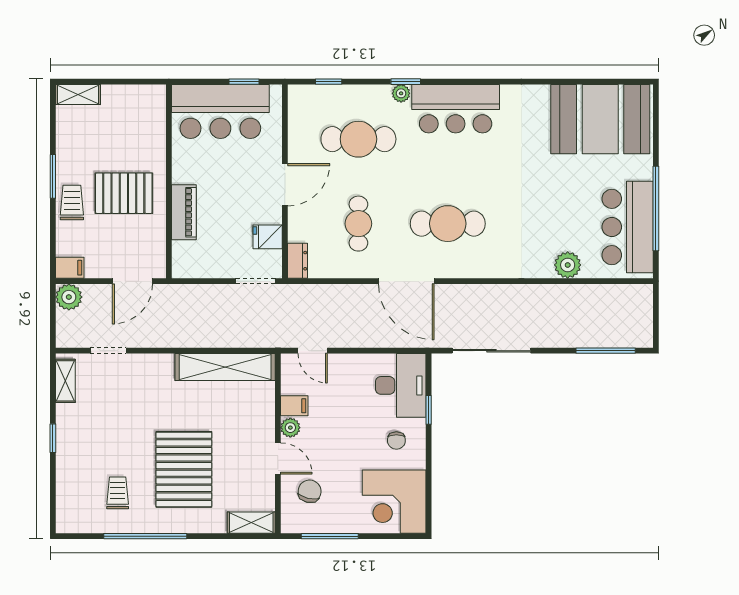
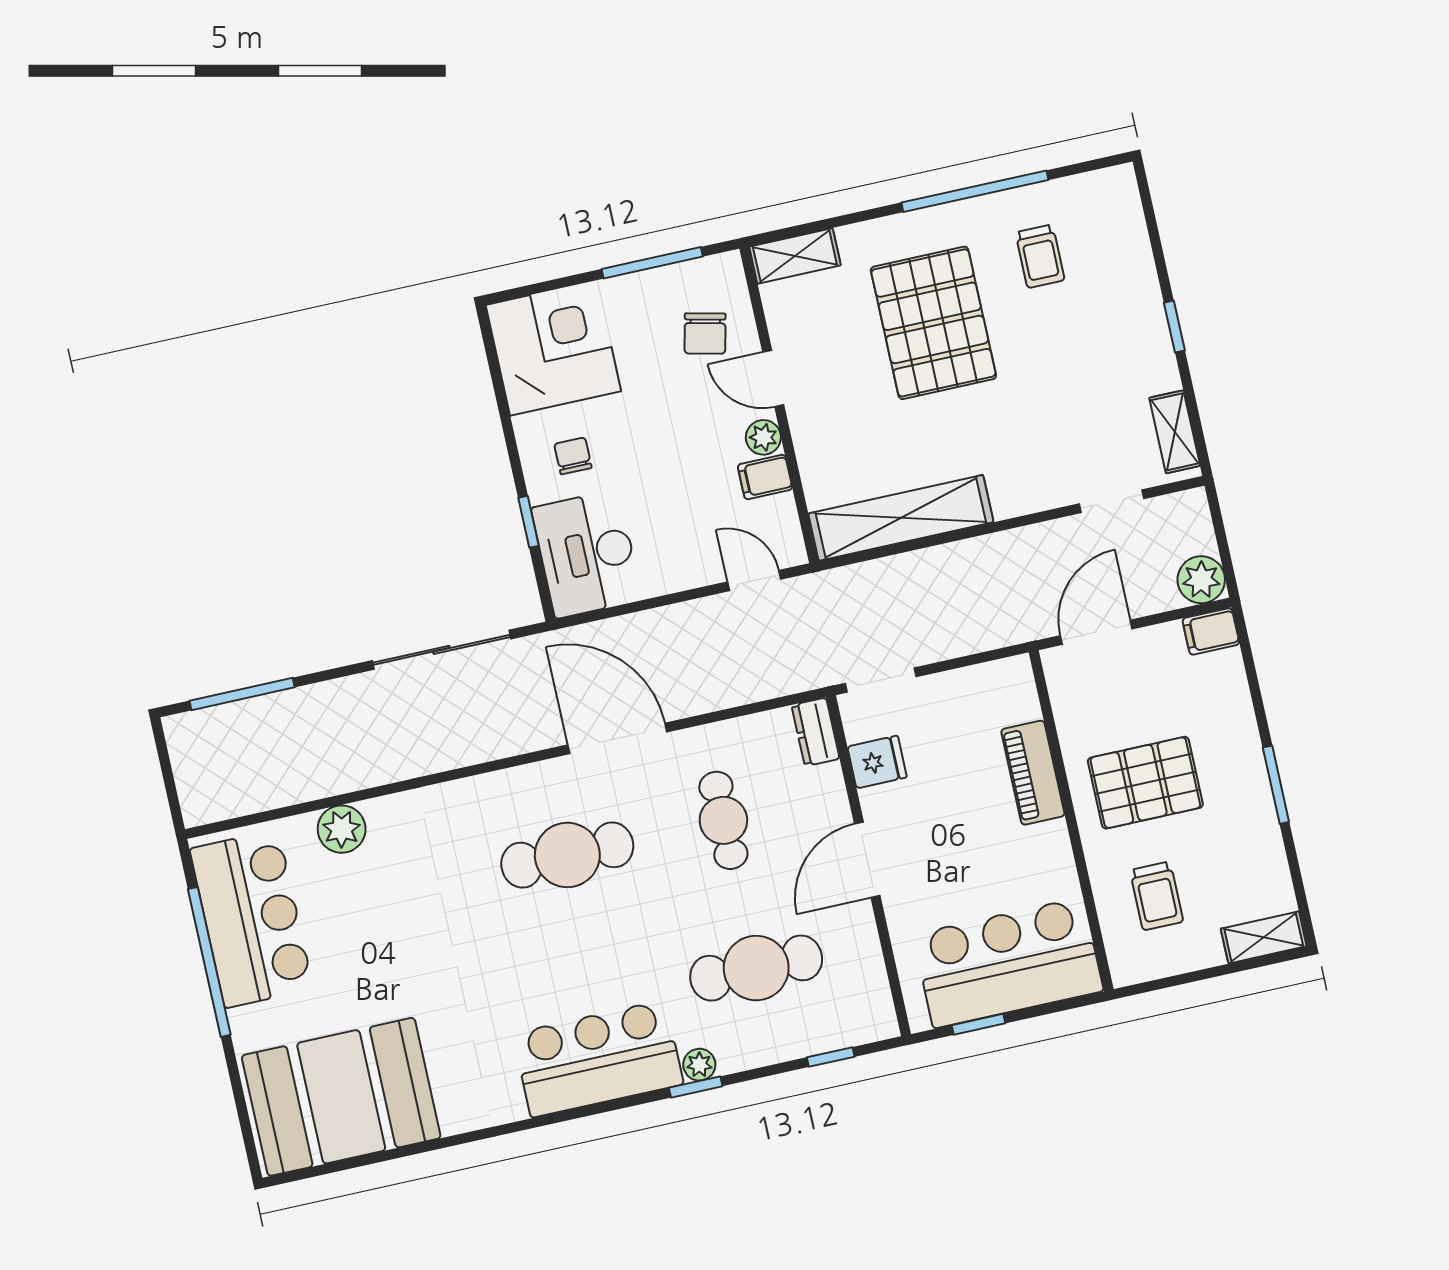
trolley: (72, 202) -> (1157, 896), moved

